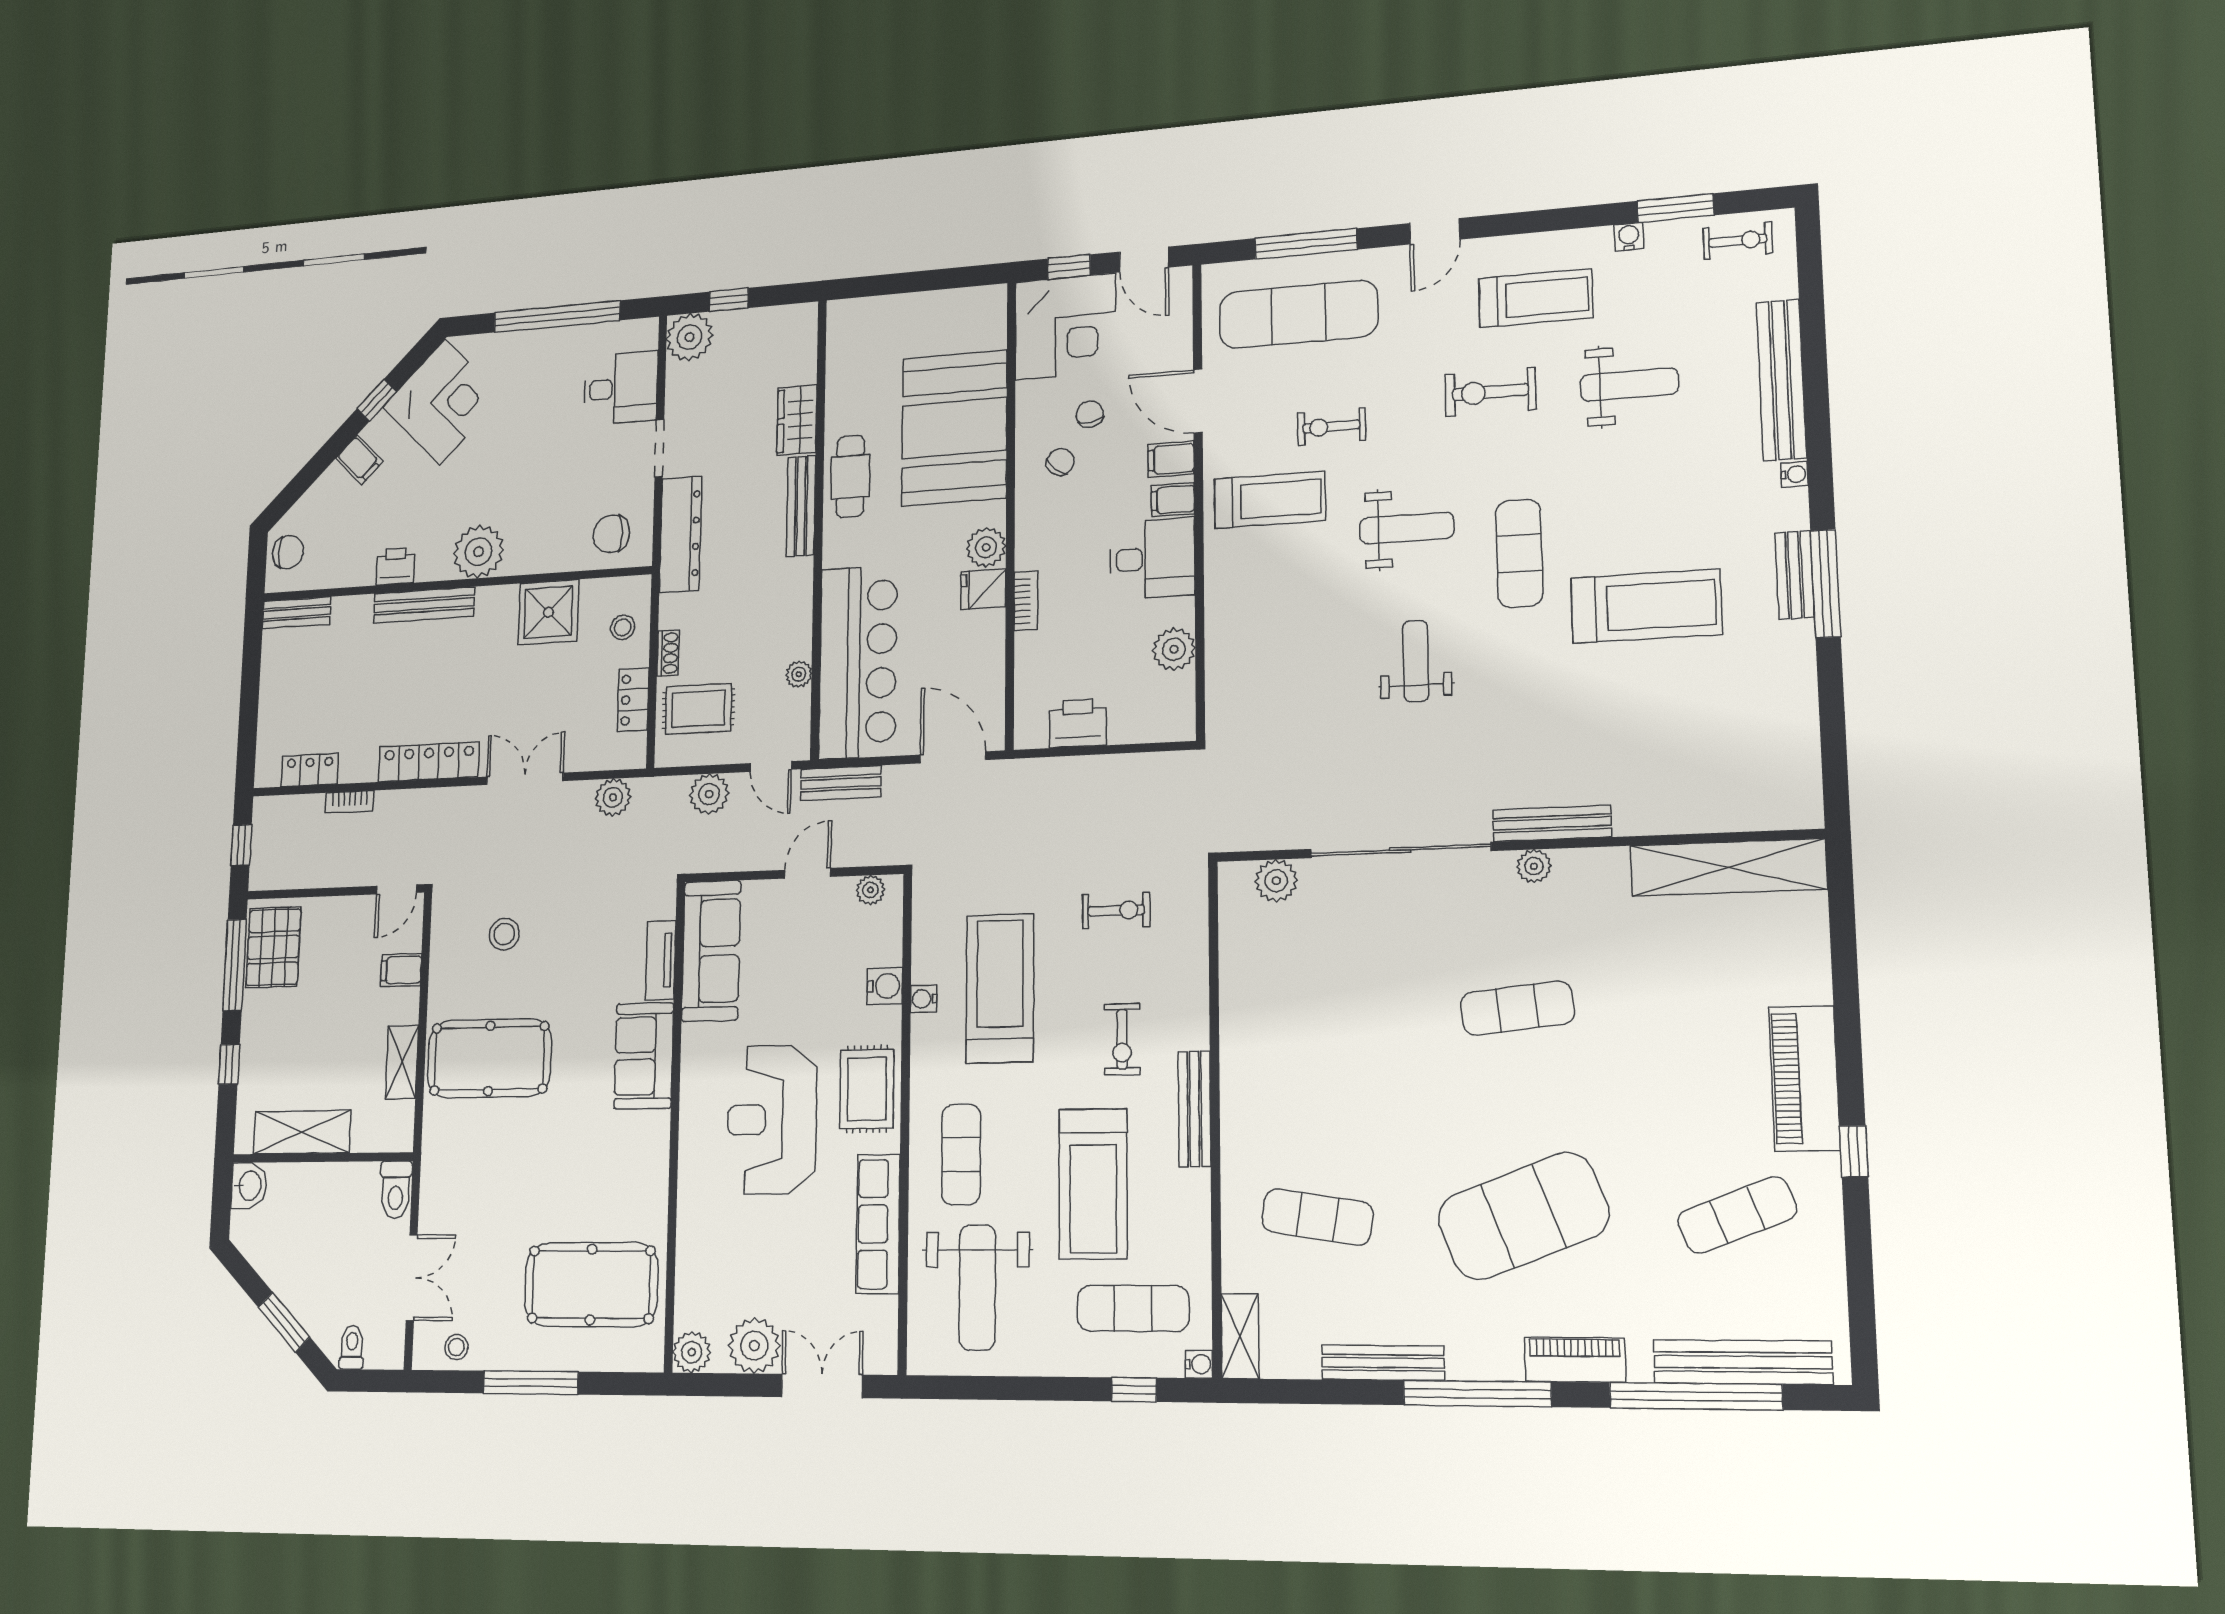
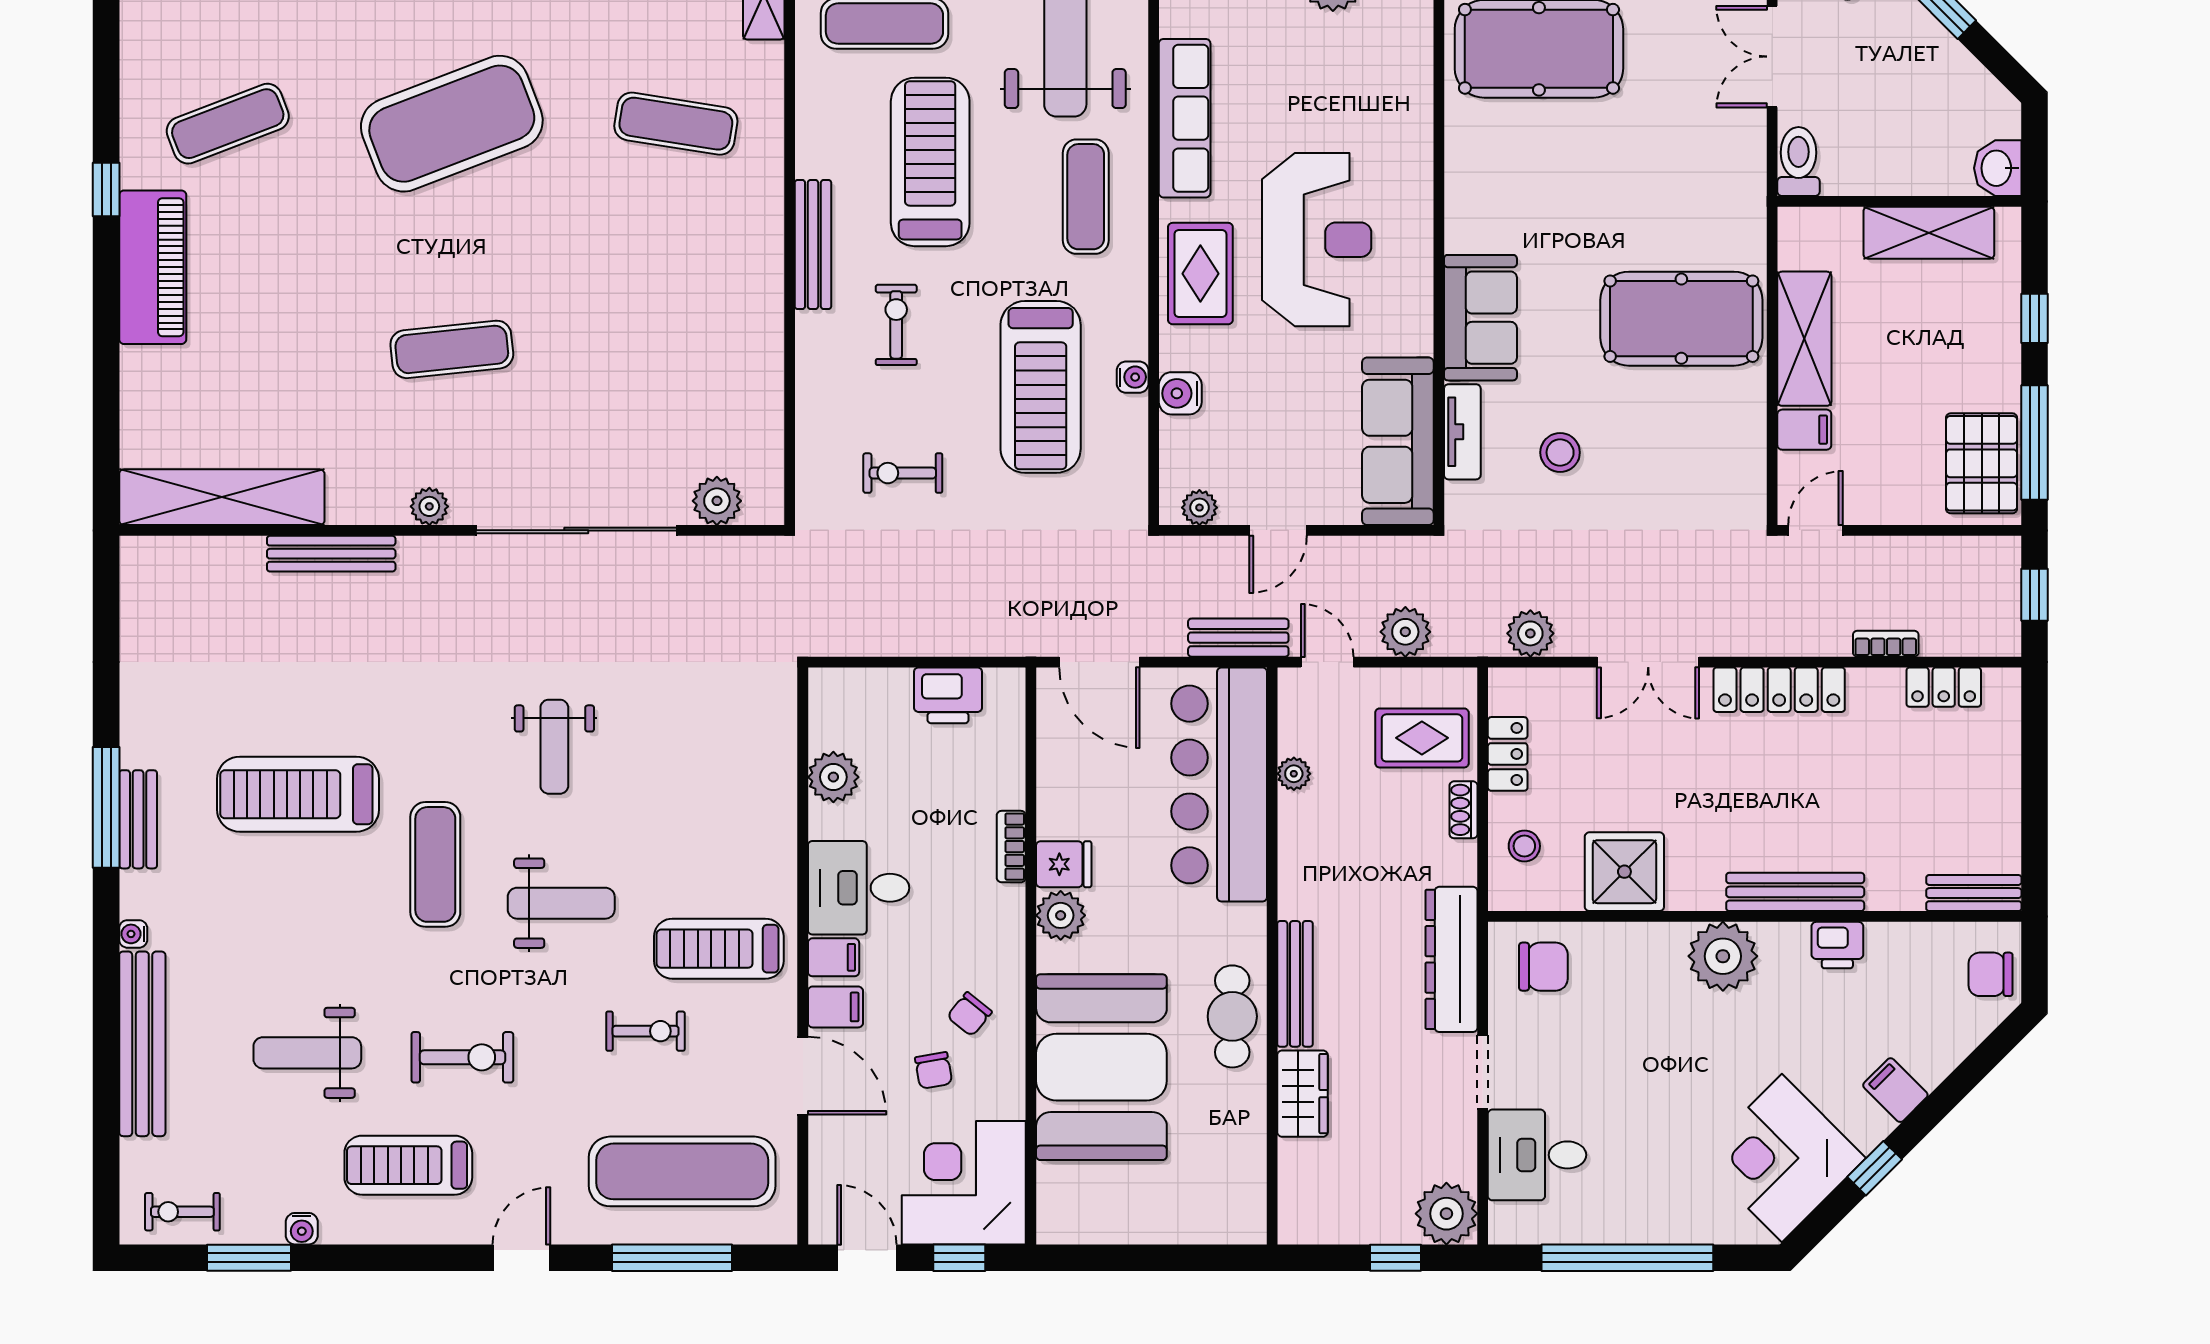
weight bench: (1407, 528) -> (561, 903), turned 180
bench: (1552, 823) -> (331, 554), moved
stool: (504, 934) -> (1560, 452), moved
shelving: (402, 1062) -> (1804, 339), width x1.50, depth x1.33

